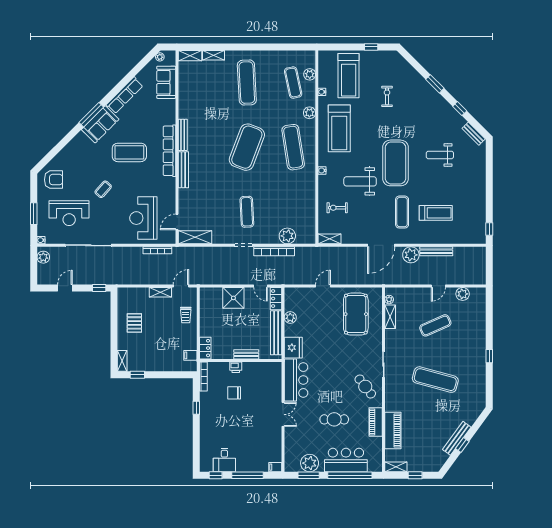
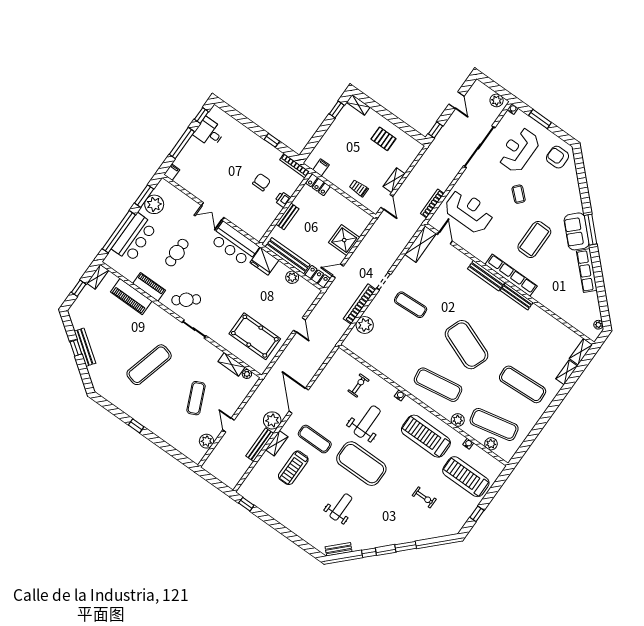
sofa: (166, 82) -> (572, 315), removed
exercise mat: (293, 83) -> (494, 424), width x1.36, depth x1.45
armchair: (54, 180) -> (558, 157), turned 90
shelving: (329, 239) -> (277, 443), moved

